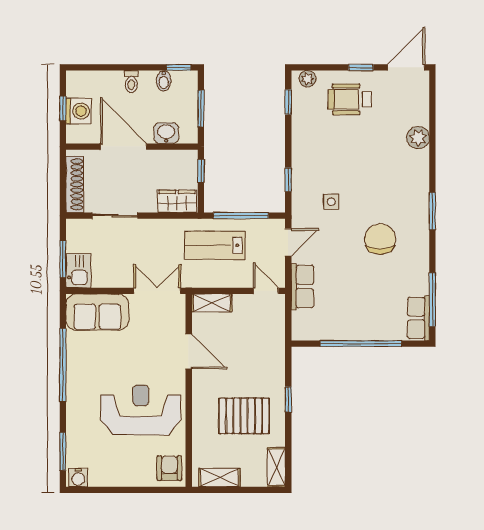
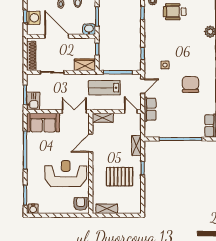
washbasin: (166, 133) -> (89, 29), moved
door: (189, 351) -> (91, 143), swing flipped
shelving: (276, 467) -> (136, 145), moved

